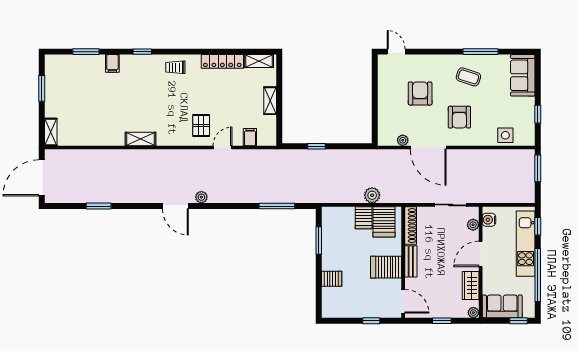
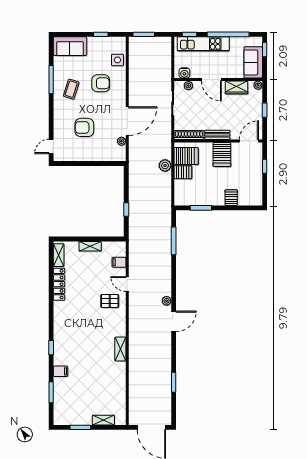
trolley: (175, 67) -> (64, 321), removed
armchair: (459, 117) -> (101, 83), moved
shelving: (51, 132) -> (103, 420), moved

